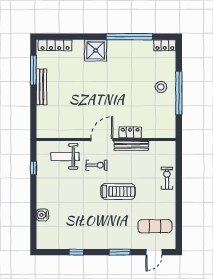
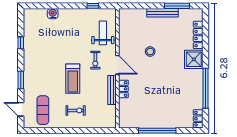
locker: (55, 45) -> (198, 35), moved
stool: (161, 87) -> (150, 52), moved
exercise bike: (167, 178) -> (76, 110), moved

